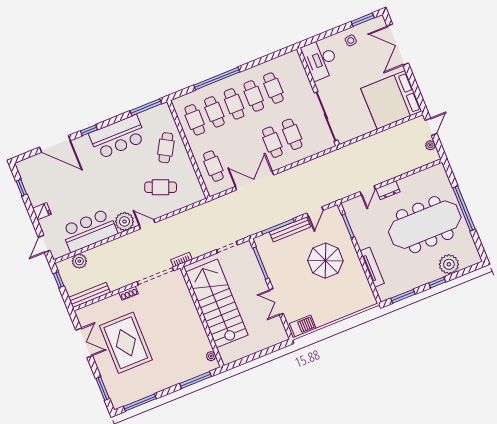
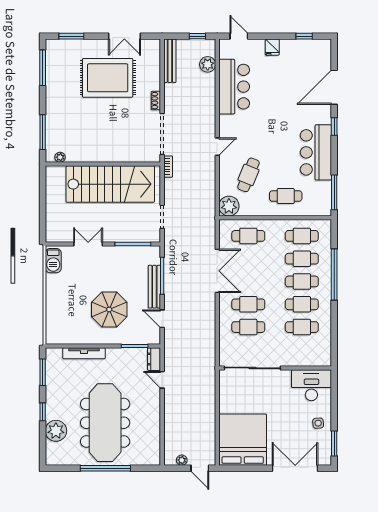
cafe table: (166, 148) -> (286, 196), turned -30
dresser: (388, 190) -> (154, 359), moved
plant: (124, 221) -> (229, 206), moved

